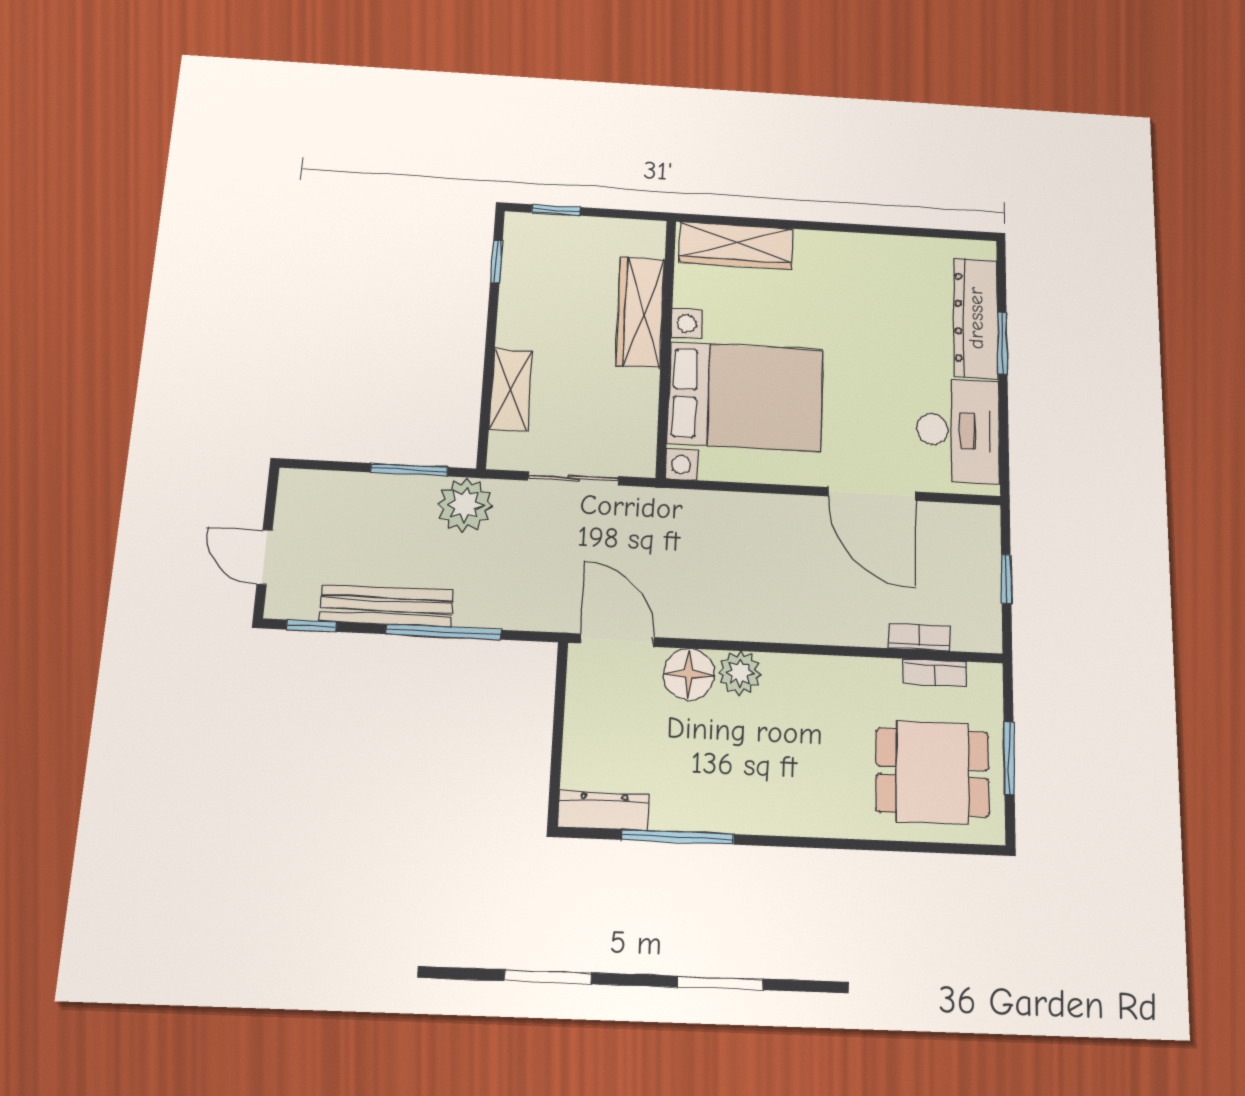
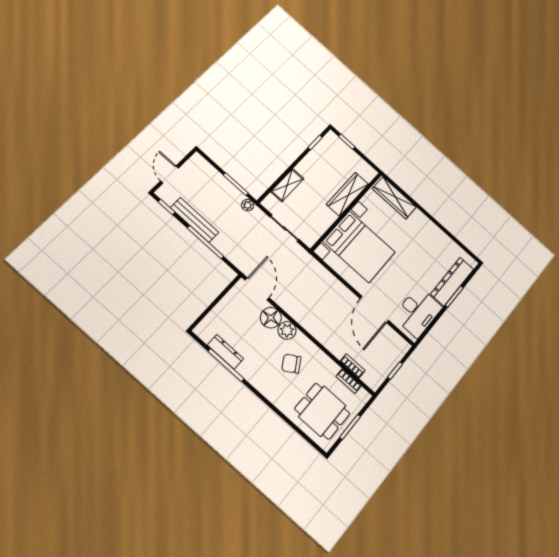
plant: (465, 505) -> (248, 205), width x0.53, depth x0.53
chair: (800, 730) -> (291, 364), added
dresser: (604, 811) -> (225, 352), moved

